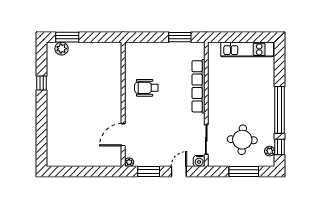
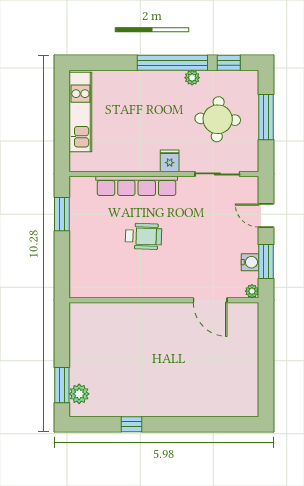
wheelchair: (146, 88) -> (144, 236), moved, turned -88
fridge: (215, 108) -> (170, 161), added
plant: (270, 151) -> (192, 78), moved
water cooler: (199, 161) -> (250, 262), moved

